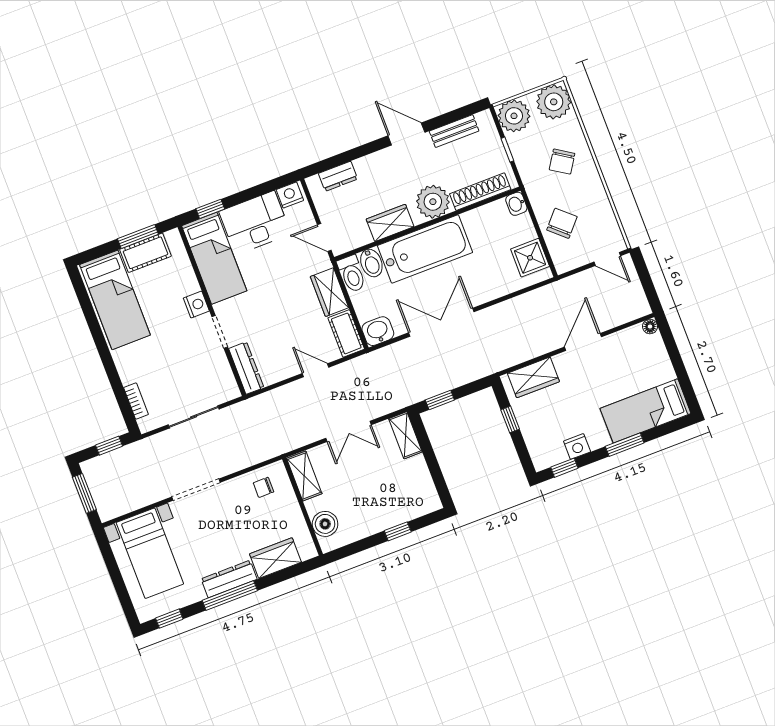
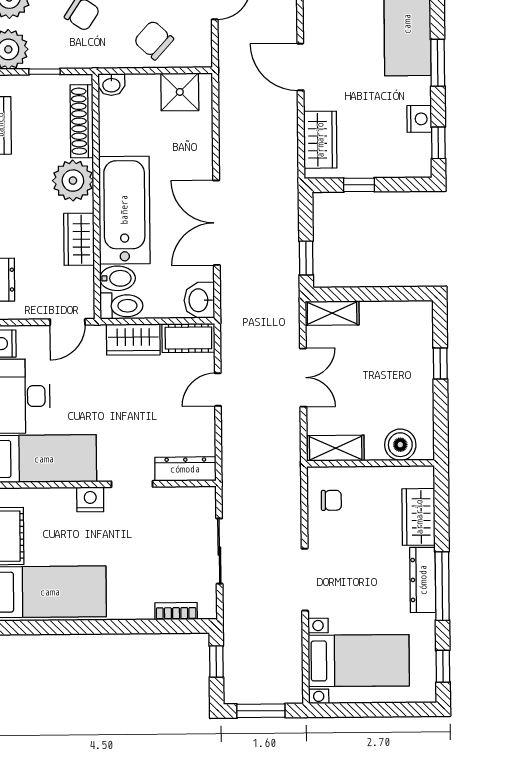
chair: (263, 487) -> (331, 500), turned -90

